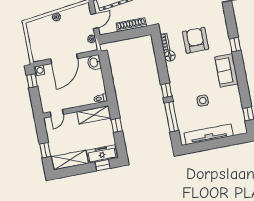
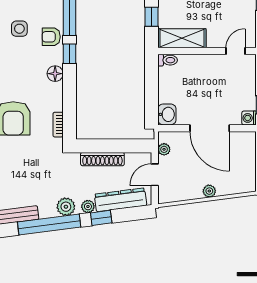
floor lamp: (170, 56) -> (55, 74), moved
door: (64, 59) -> (210, 128), swing flipped
armchair: (181, 99) -> (51, 37), added

